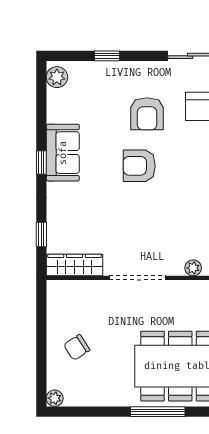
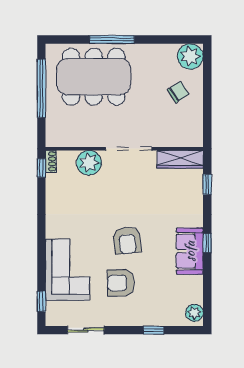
armchair: (147, 114) -> (121, 283), turned -91
armchair: (139, 166) -> (127, 240), turned 84
plant: (193, 268) -> (89, 163), width x1.87, depth x1.87
plant: (55, 398) -> (190, 56), width x1.87, depth x1.87

